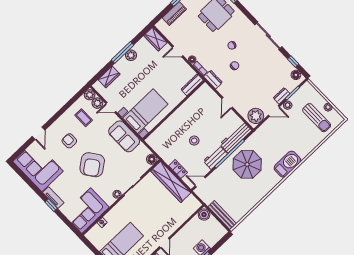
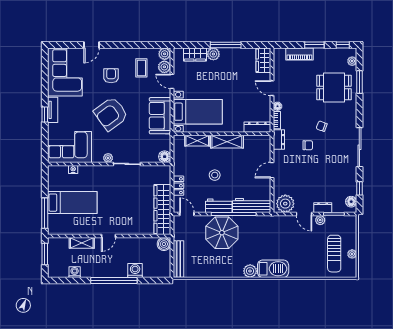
plant: (131, 55) -> (213, 54), moved
shelving: (182, 112) -> (227, 142), added
shelving: (163, 129) -> (197, 141), added
parasol: (247, 164) -> (222, 233), moved
plant: (274, 179) -> (250, 271), added
wardrobe: (171, 182) -> (162, 209), moved

